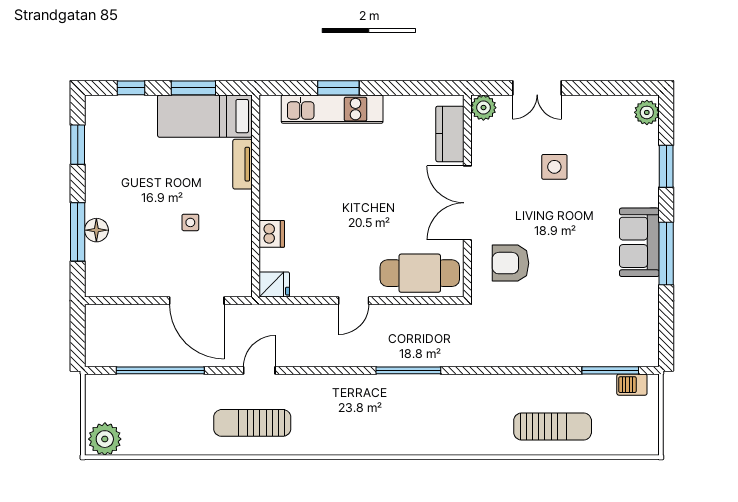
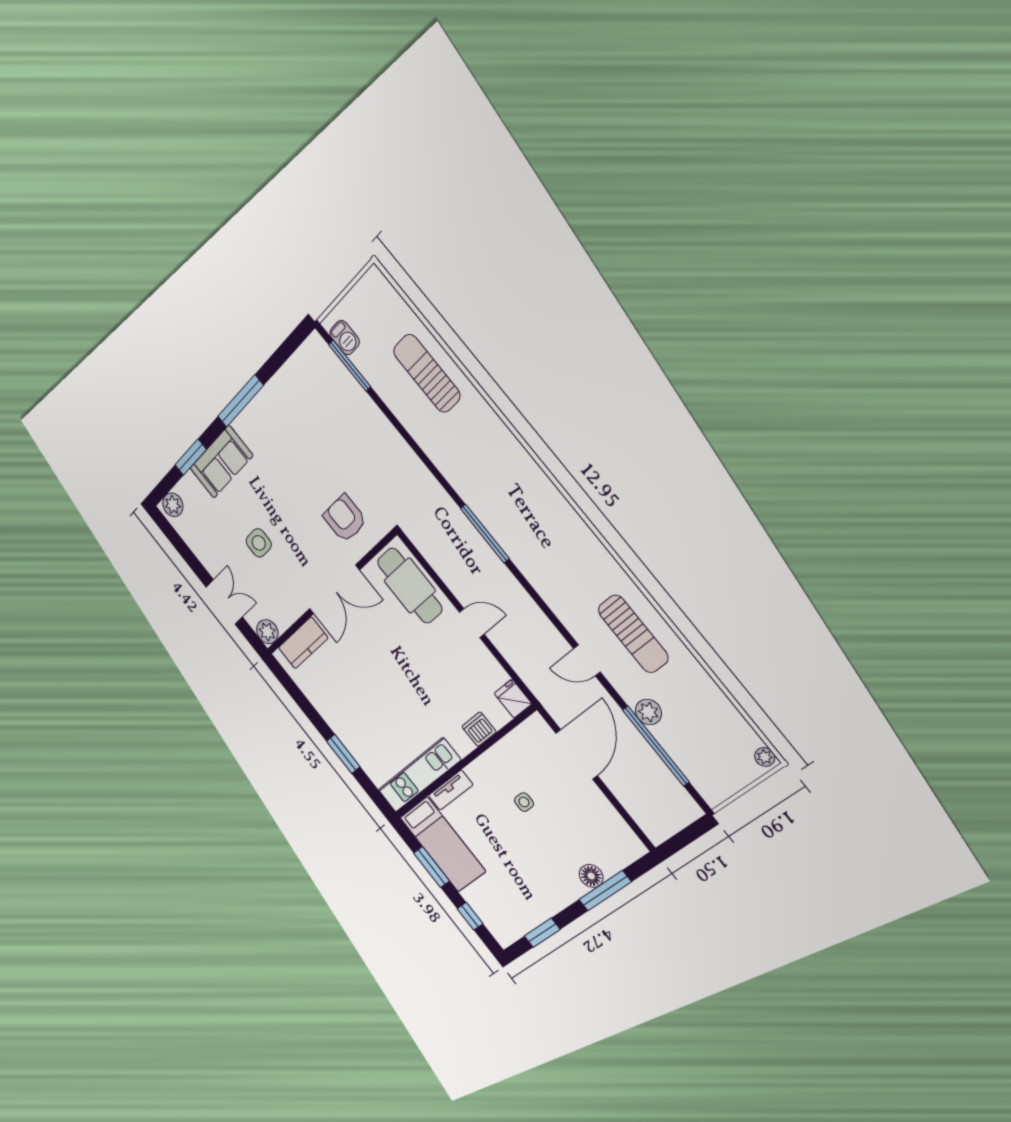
kitchen unit: (332, 109) -> (419, 775), moved, turned -90
sofa: (639, 242) -> (221, 462), moved
armchair: (511, 263) -> (345, 518), turned 180
plant: (189, 386) -> (648, 712), added
plant: (105, 439) -> (765, 757), width x0.53, depth x0.53

